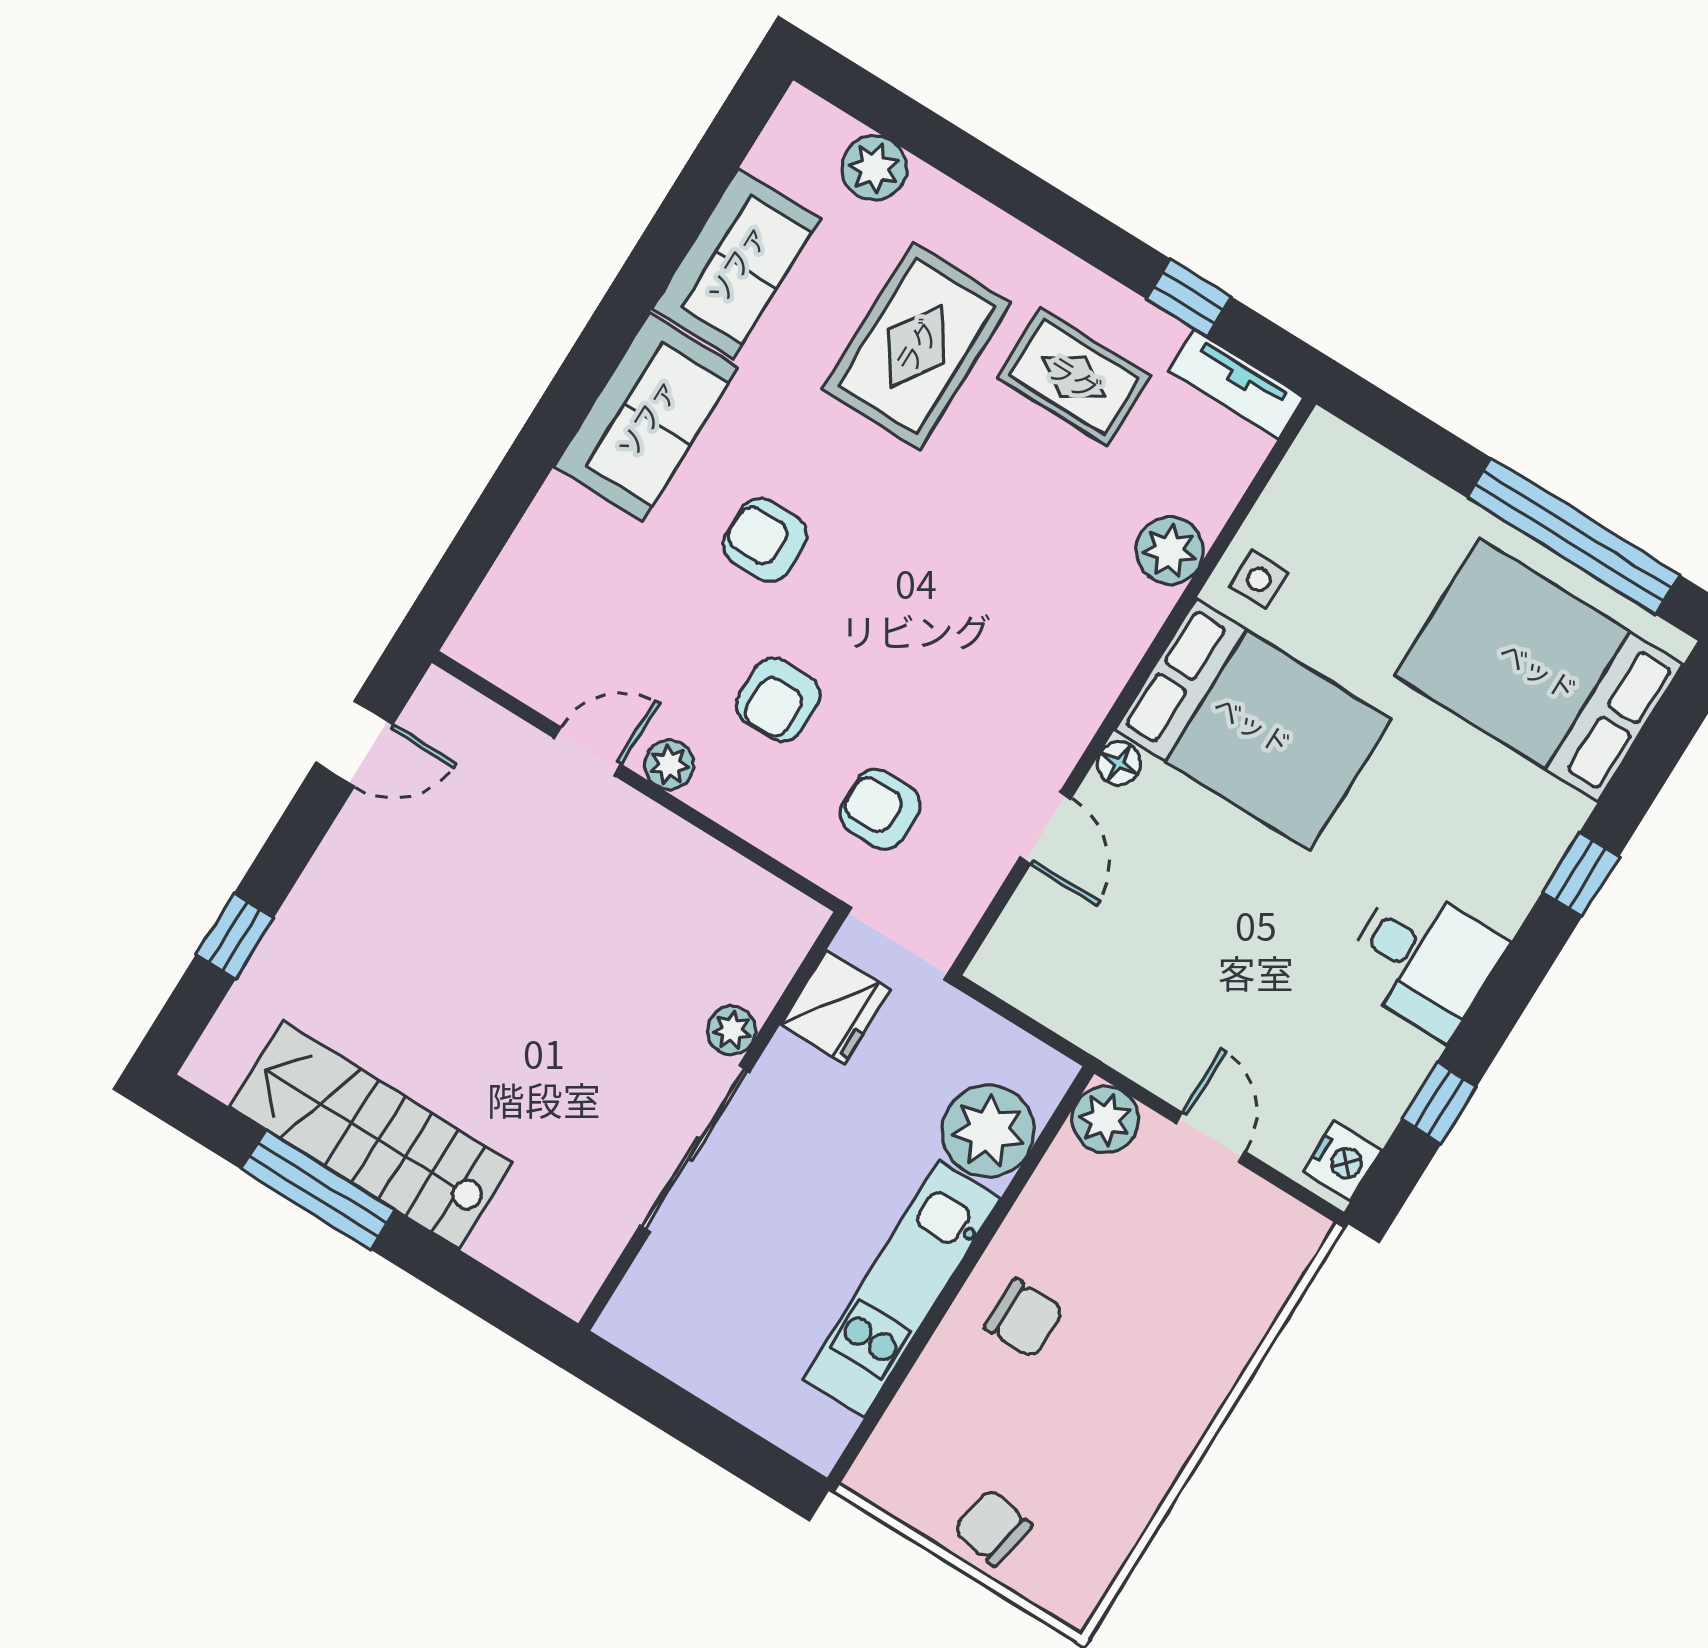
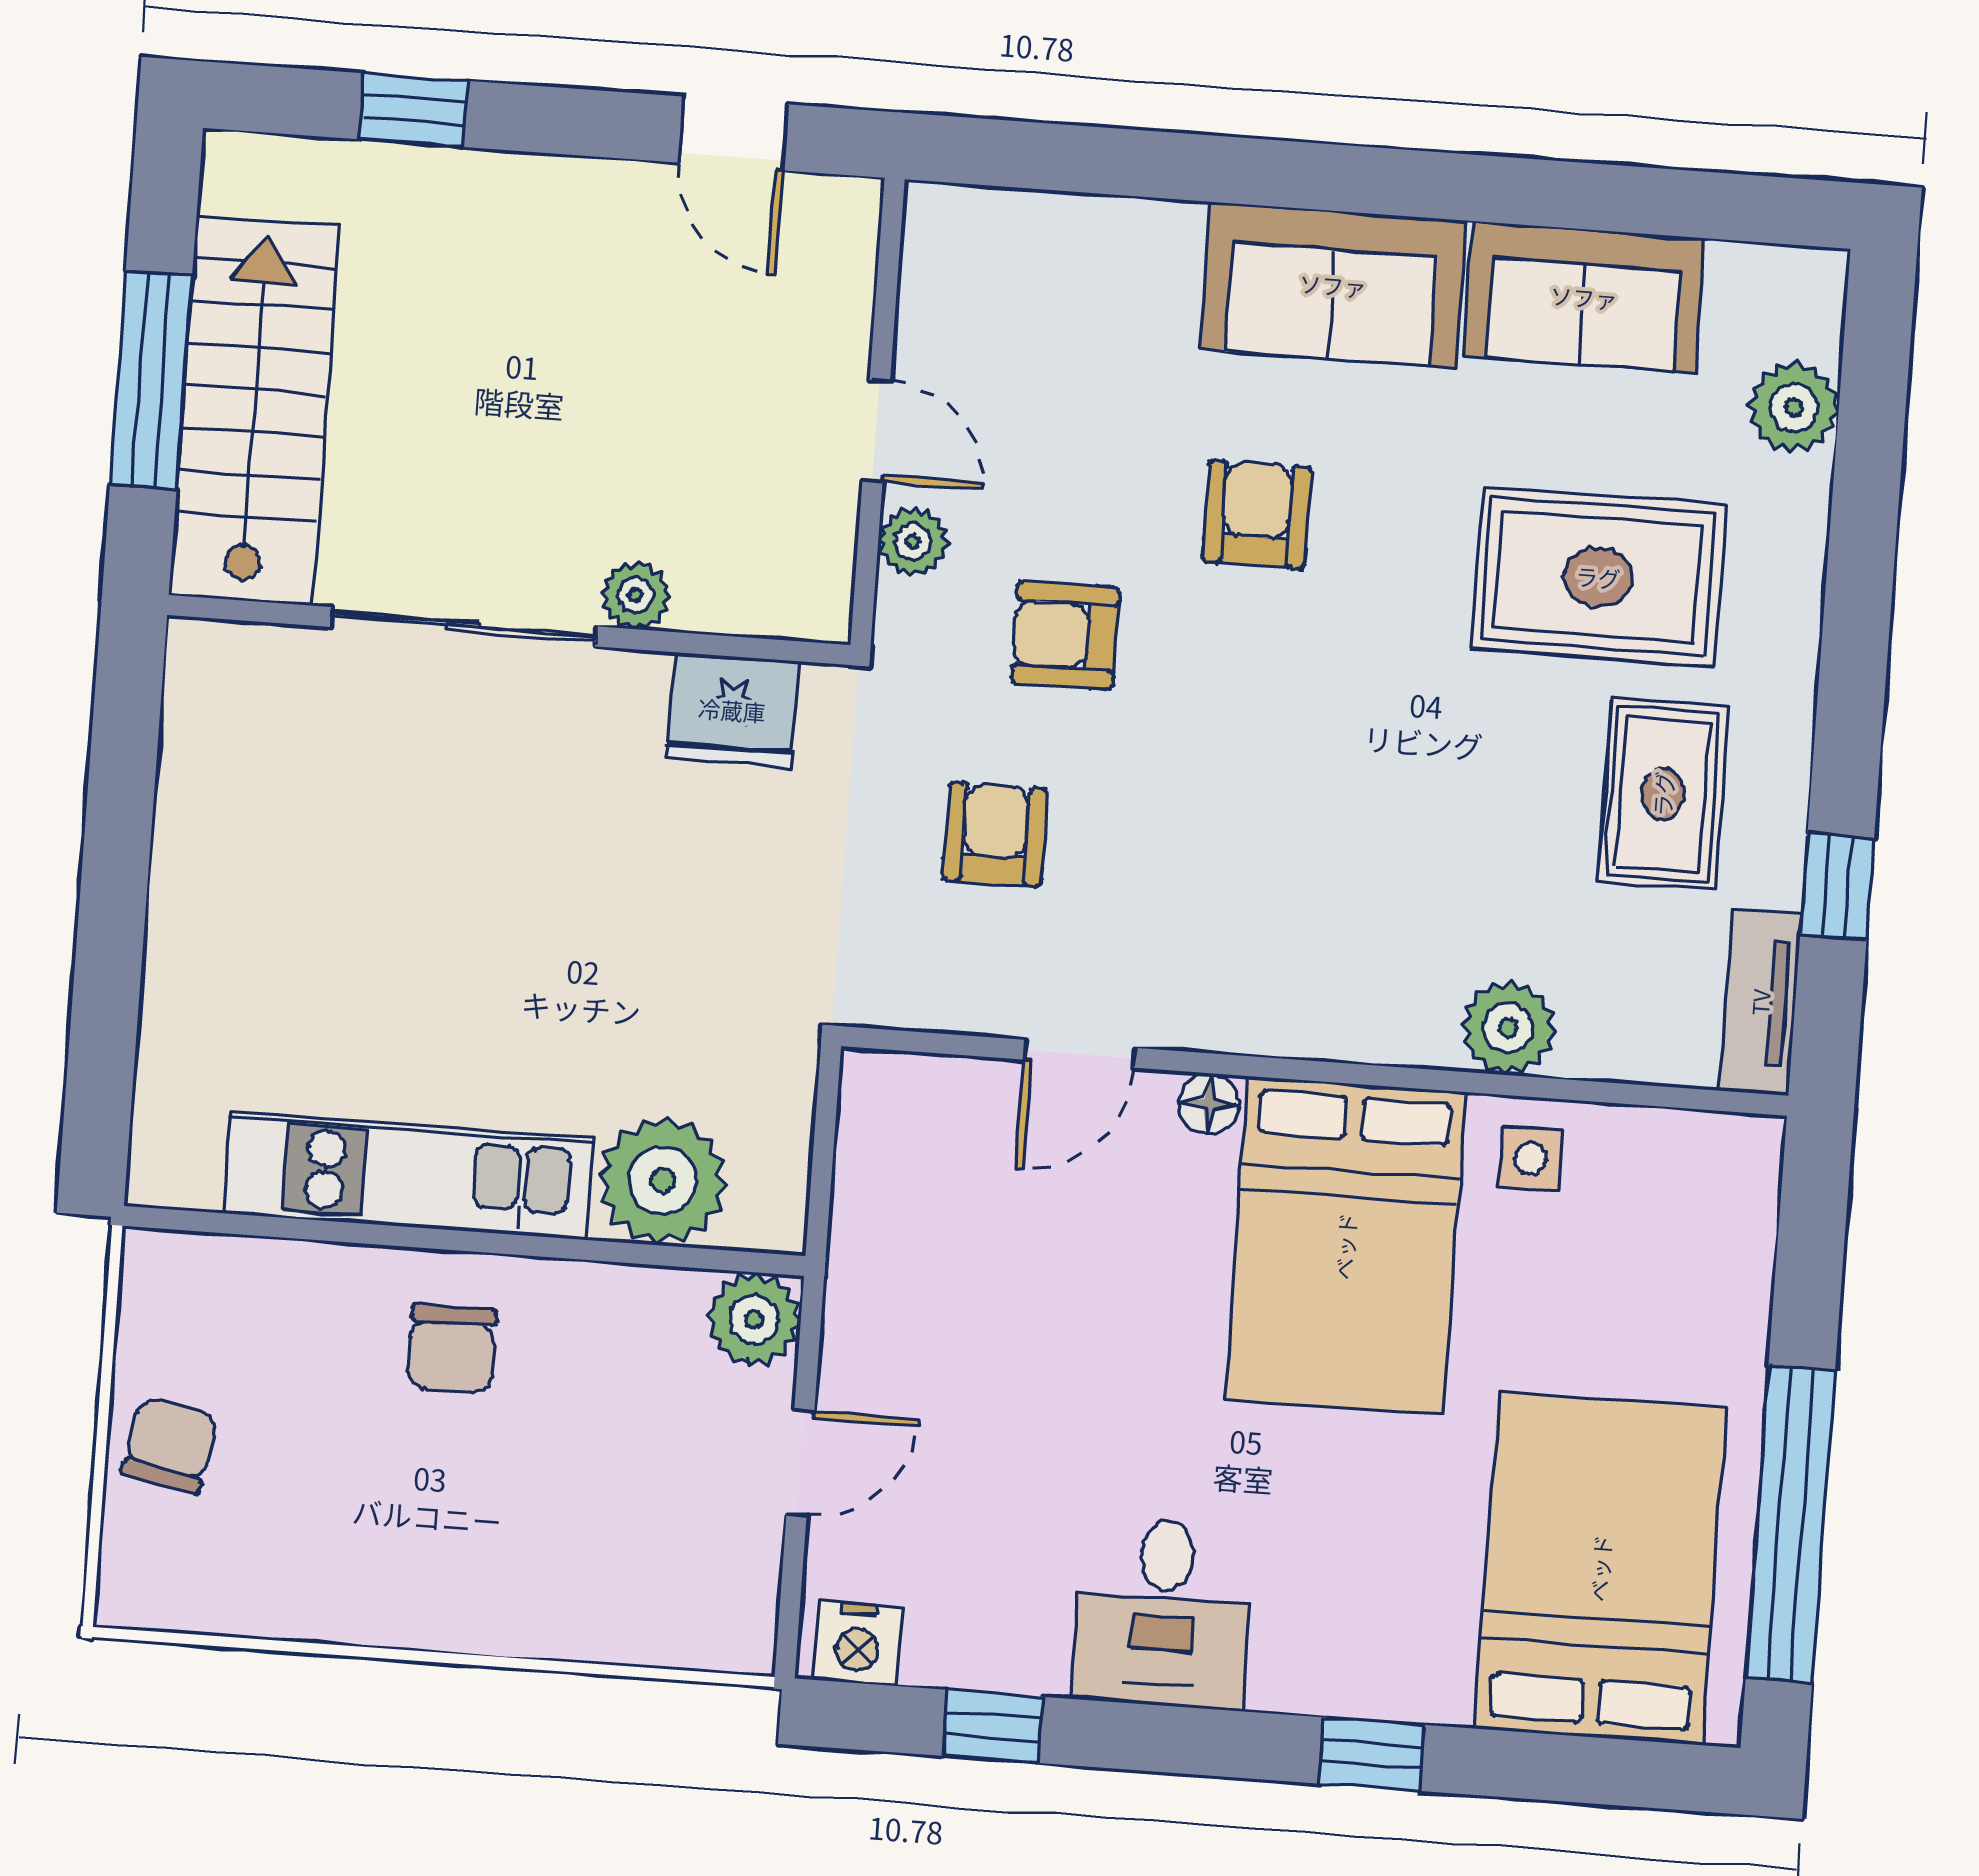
fridge: (835, 1007) -> (732, 710), moved
plant: (732, 1030) -> (635, 595), moved
wall: (712, 1121) -> (509, 630), moved
sliding door: (695, 1149) -> (463, 627), moved

